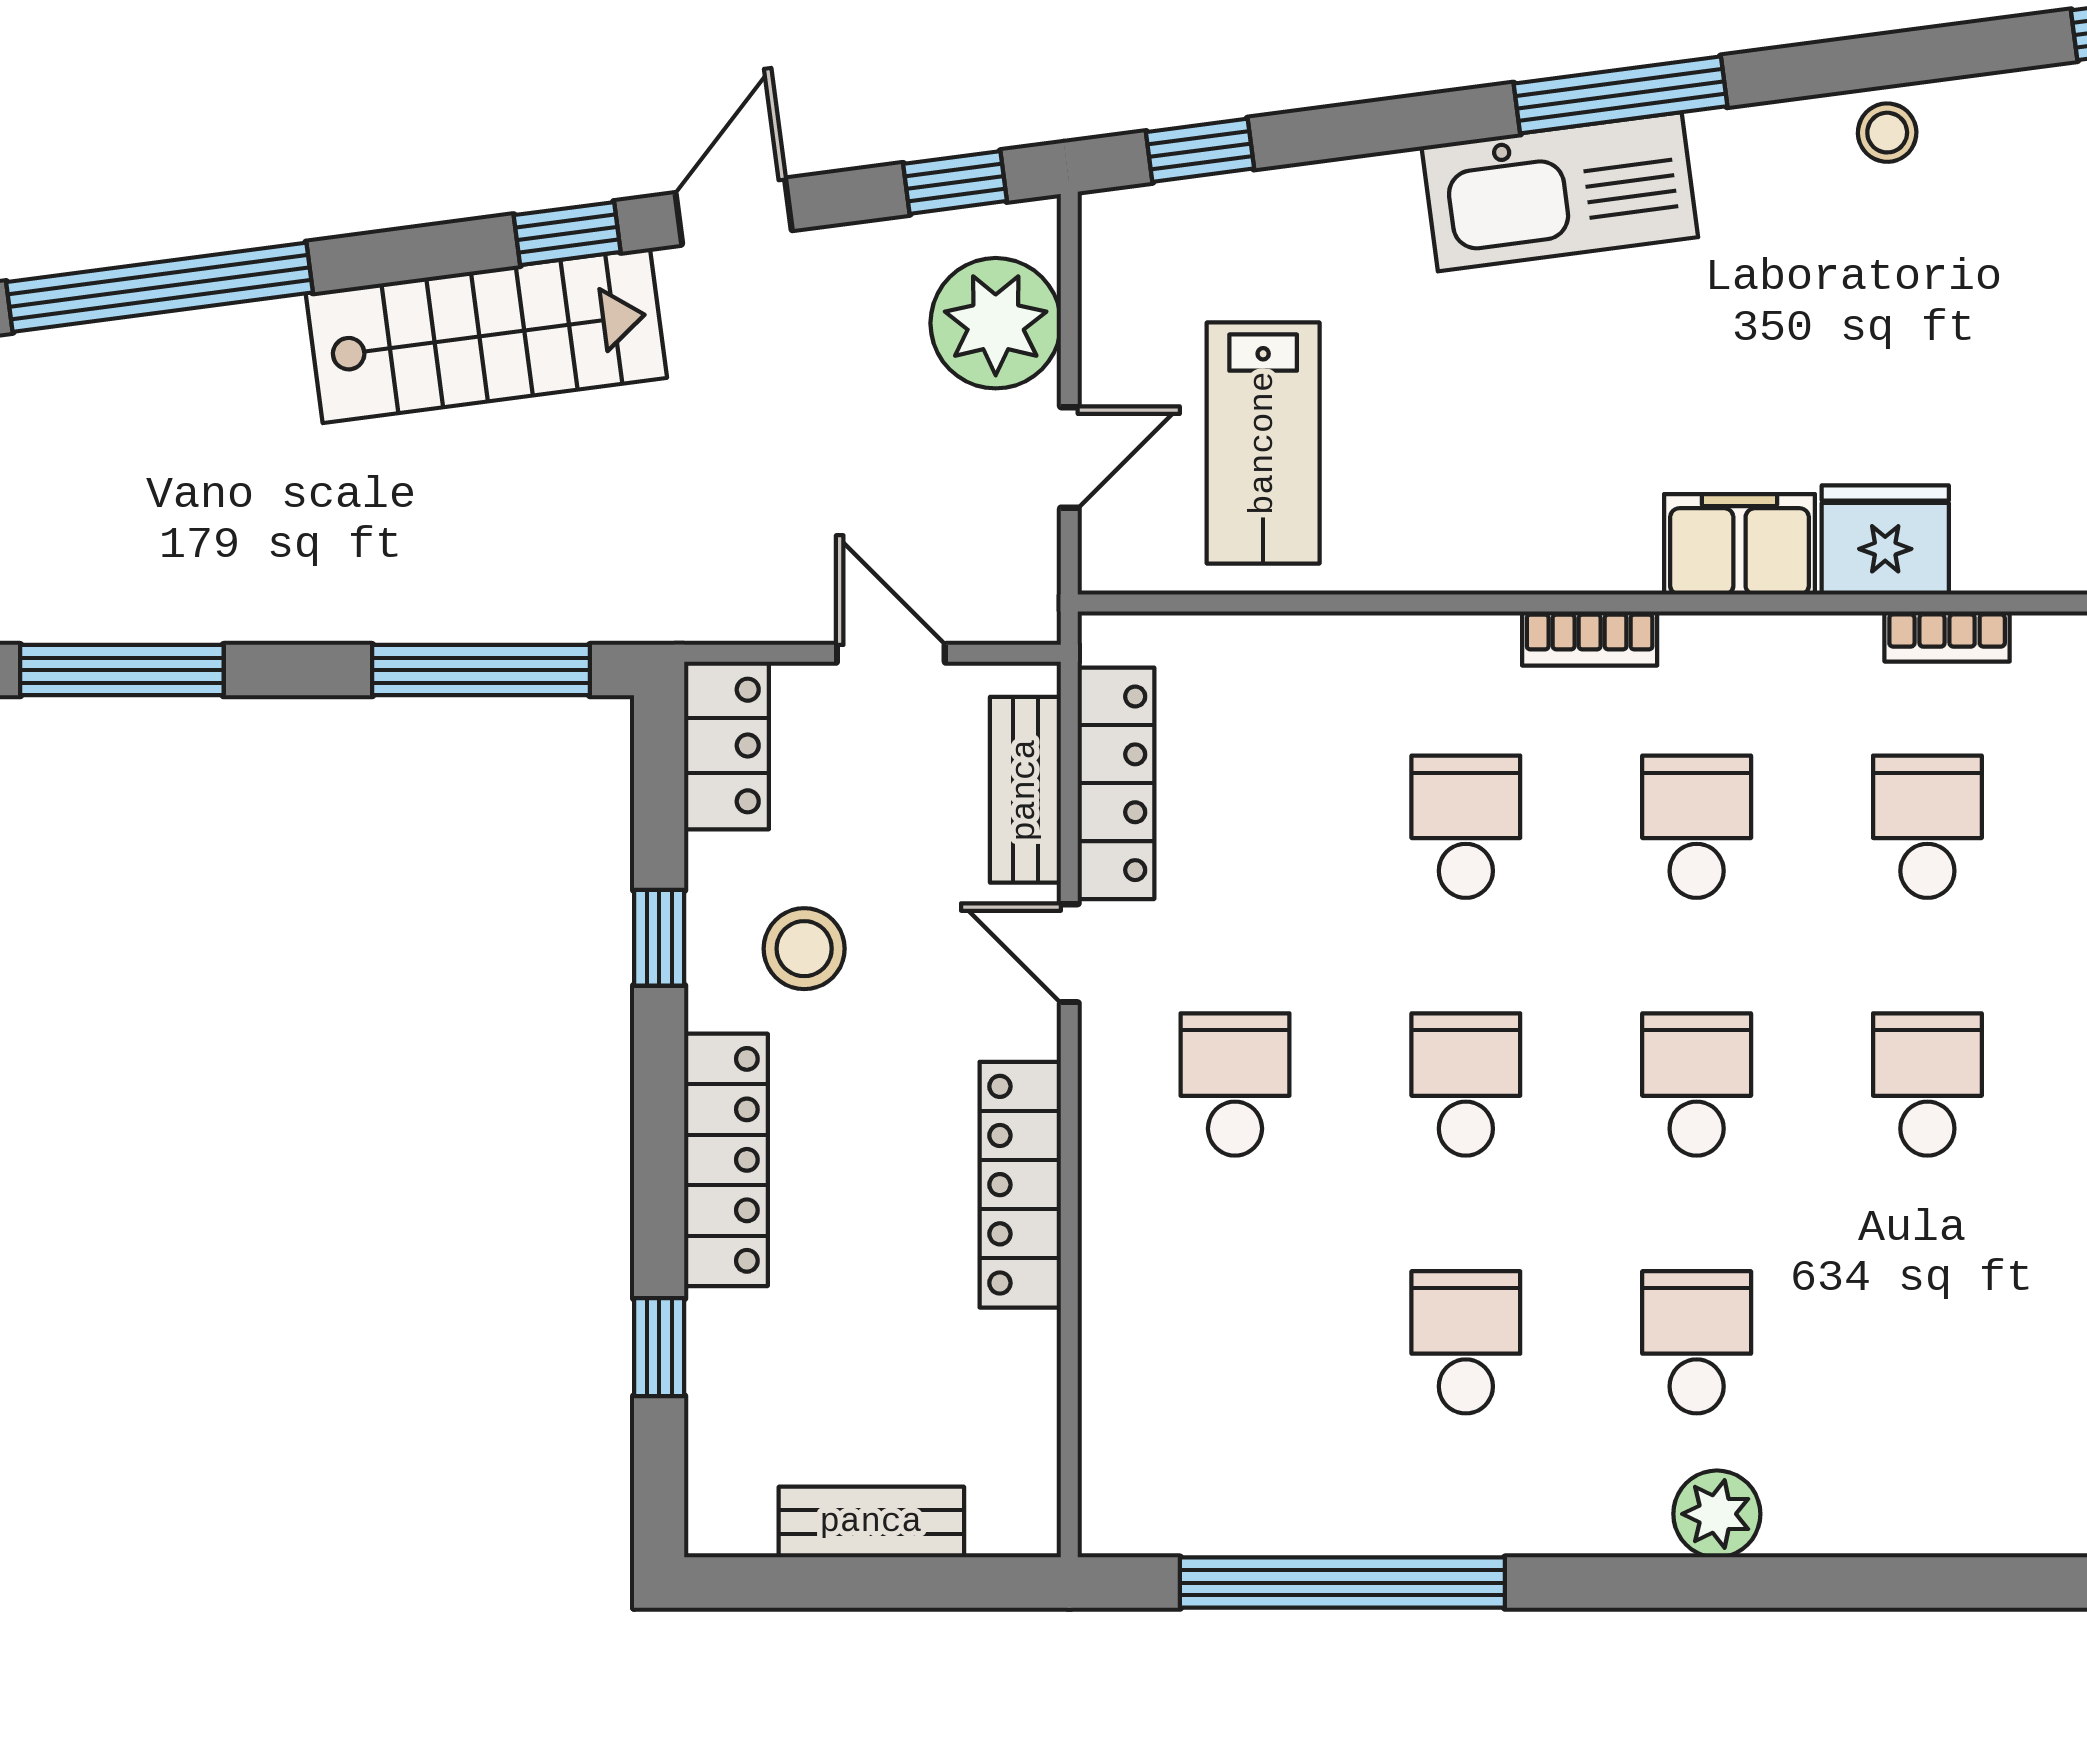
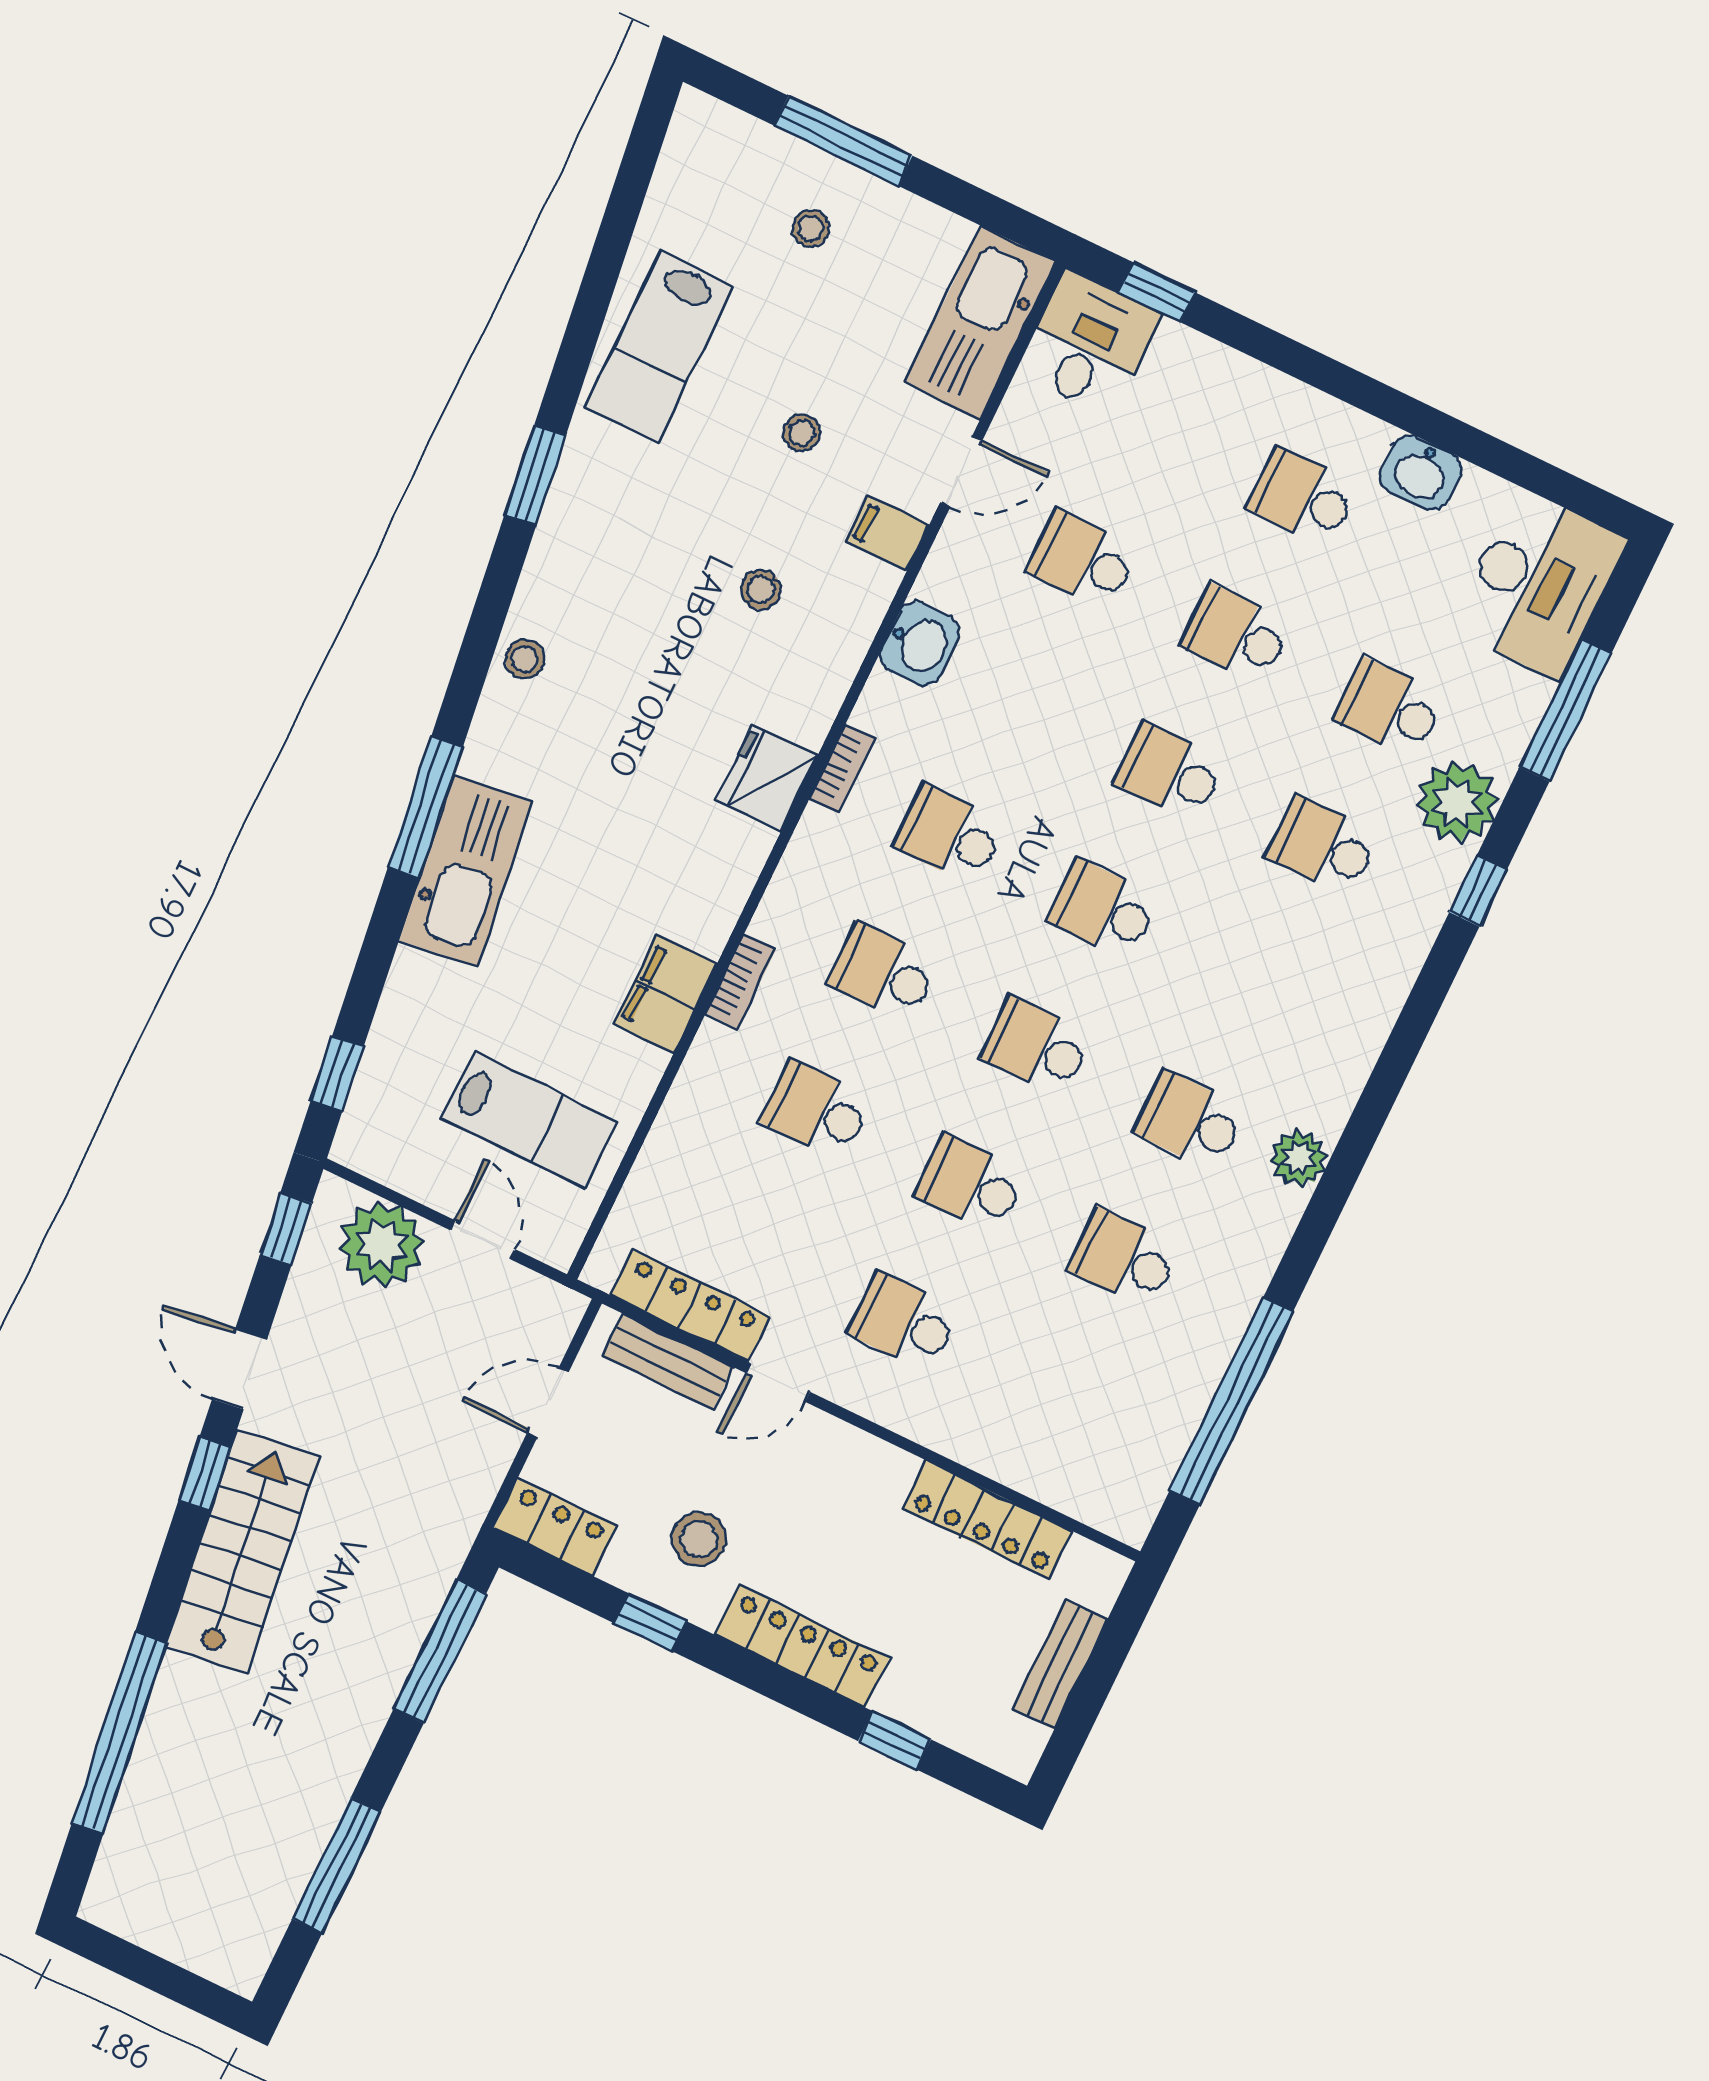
filing cabinet: (1739, 544) -> (665, 994), moved
locker: (1020, 1185) -> (987, 1520), moved

